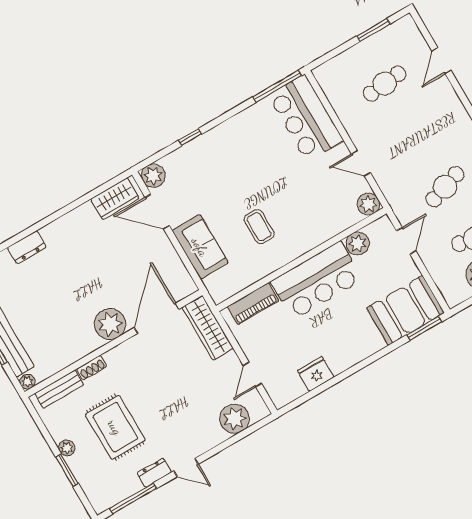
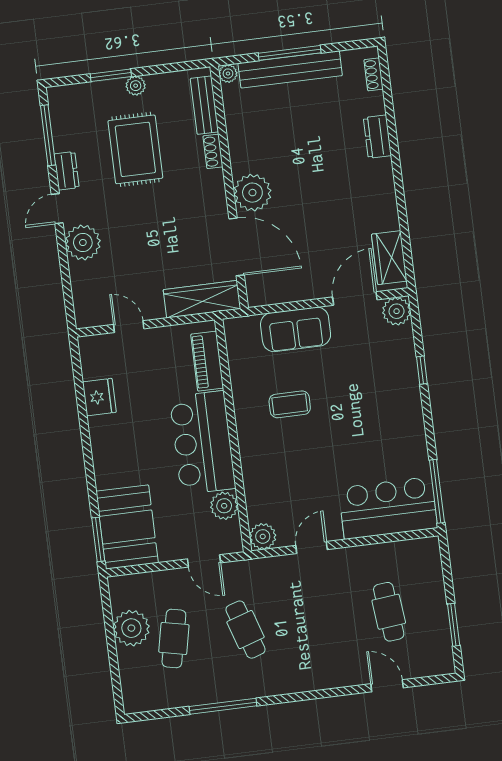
plant: (235, 419) -> (83, 243), moved
rug: (115, 427) -> (135, 149), turned 90

